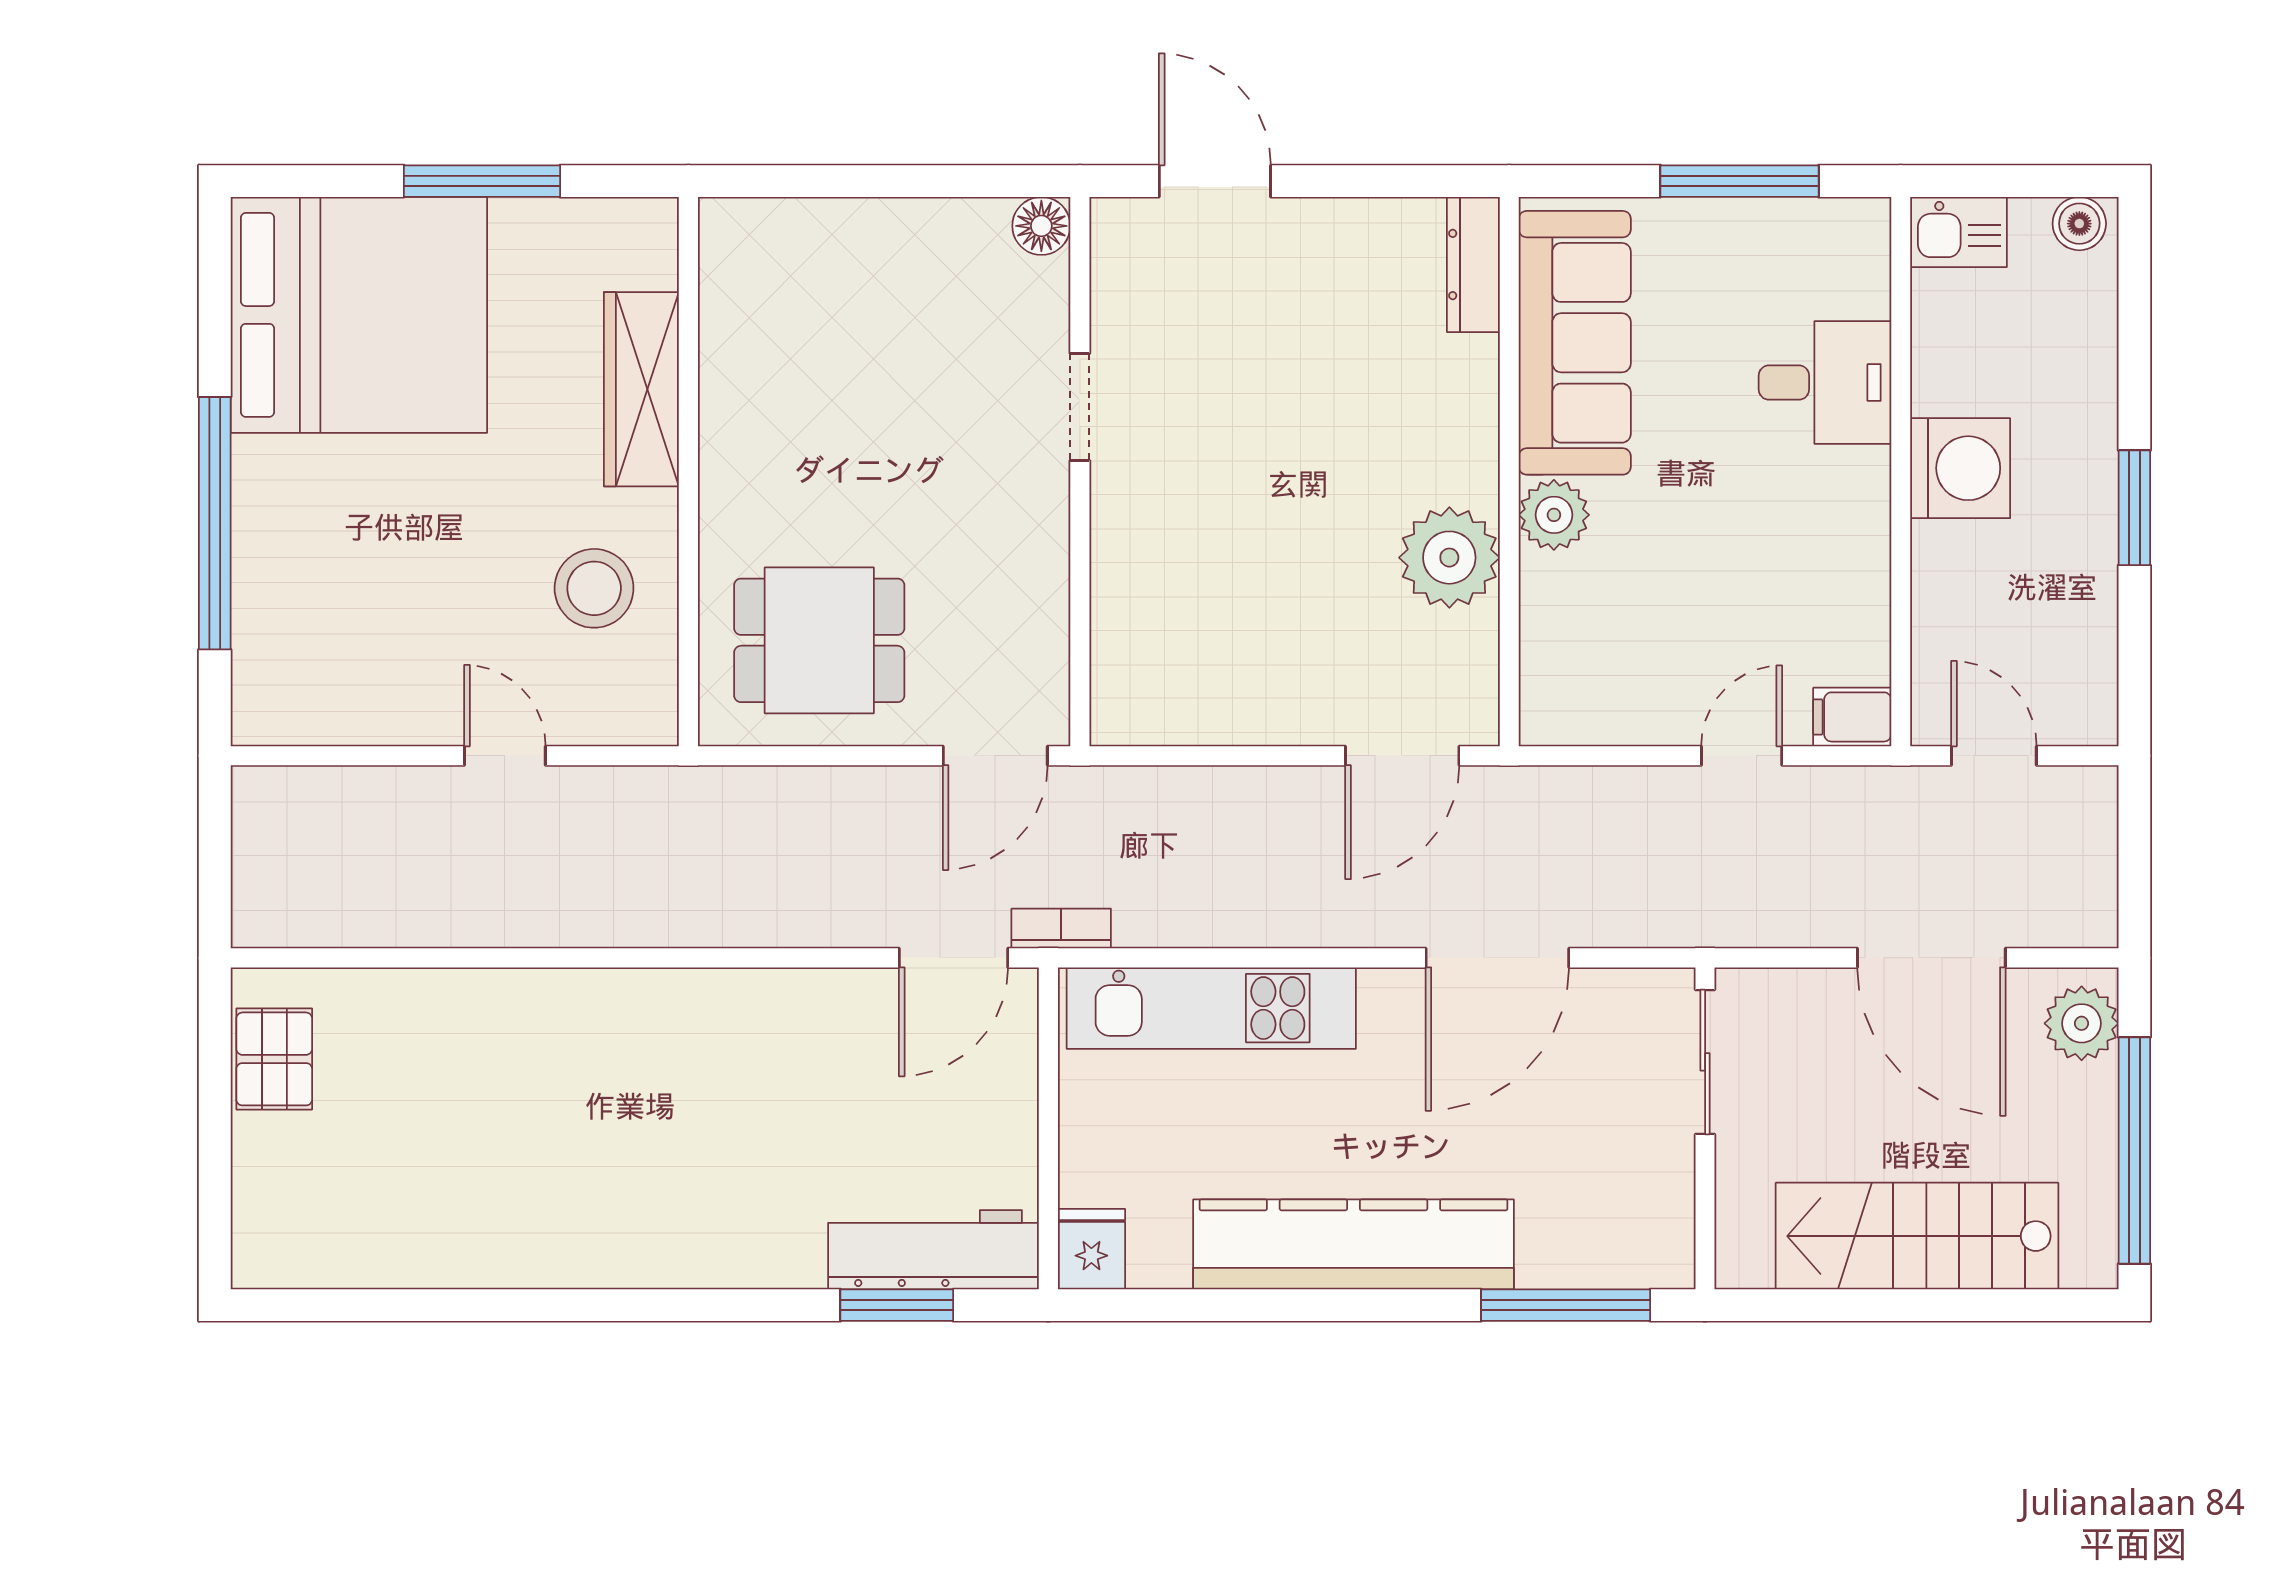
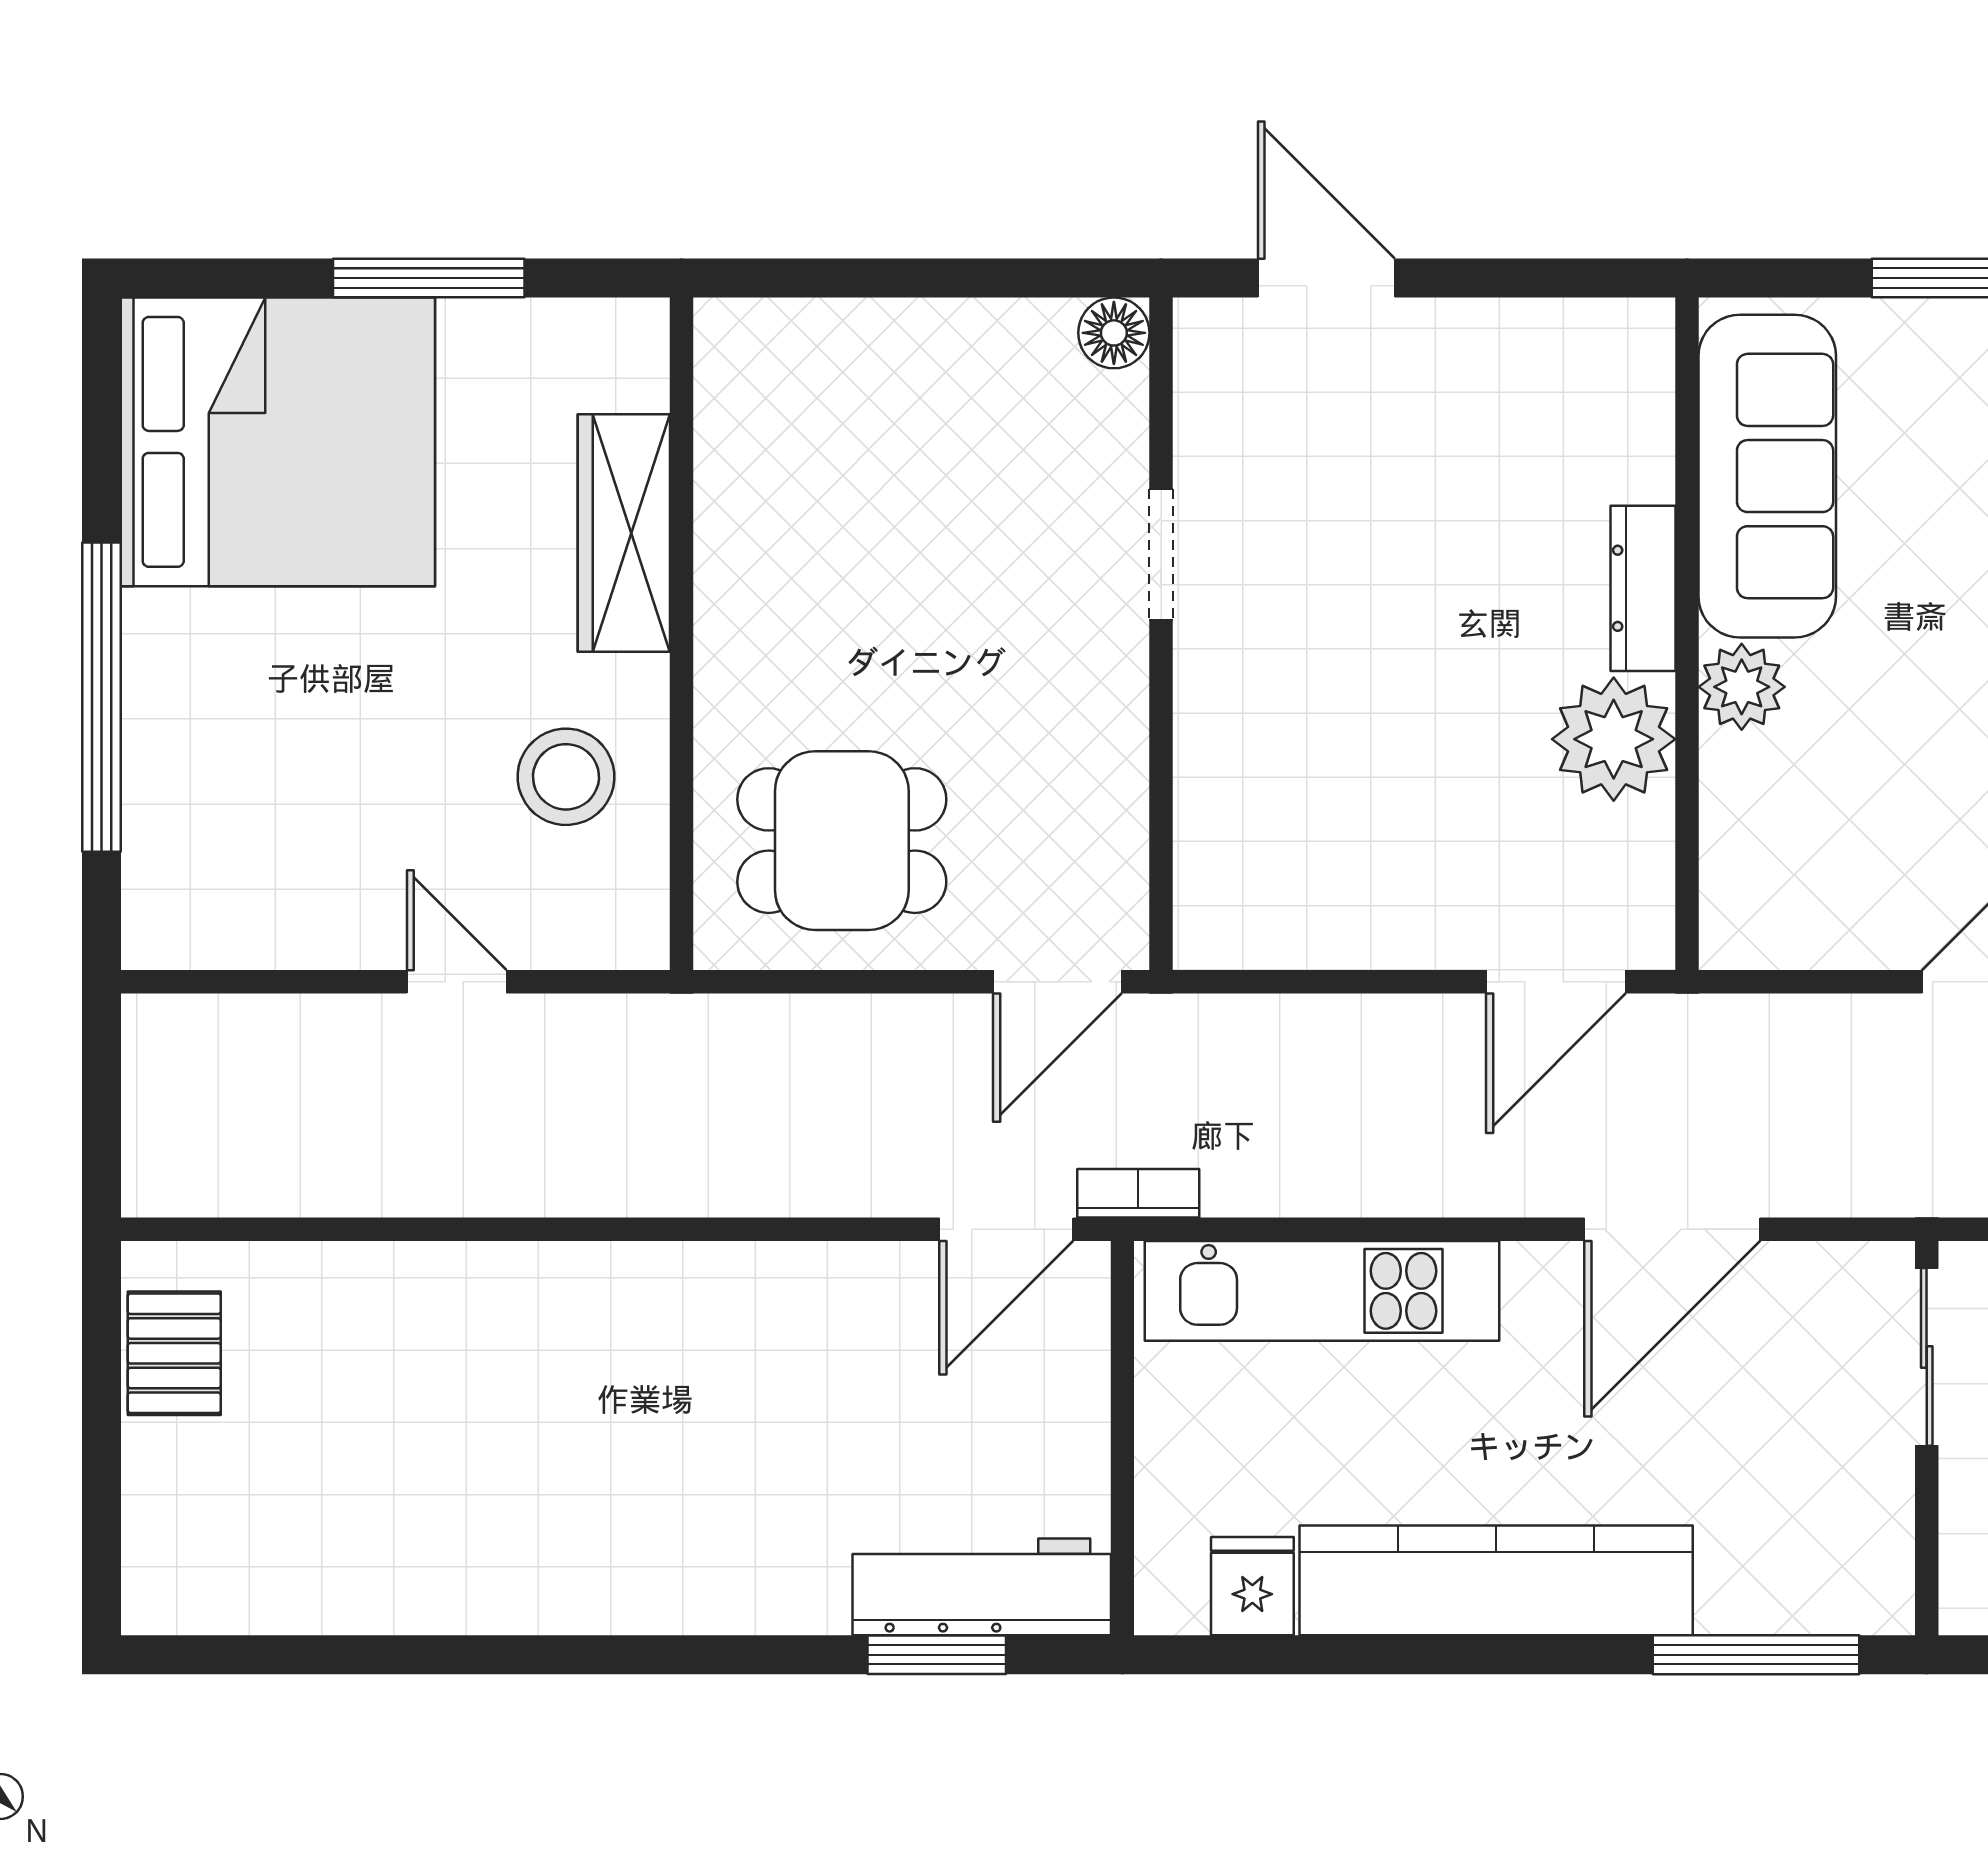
dresser: (1473, 264) -> (1643, 588), moved
fridge: (1091, 1249) -> (1252, 1586), moved

